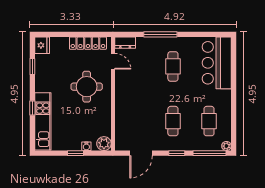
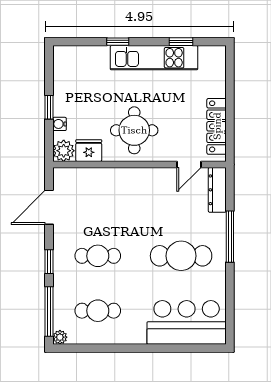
dresser: (125, 43) -> (217, 190), width x1.44
fridge: (42, 45) -> (89, 151), moved, turned 180
cafe table: (173, 66) -> (181, 256), width x1.37, depth x1.35
round table: (87, 87) -> (134, 130), moved
kitchen unit: (43, 121) -> (154, 58), moved
door: (141, 153) -> (49, 207), hinge flipped

